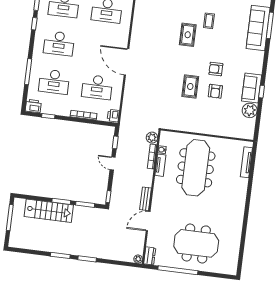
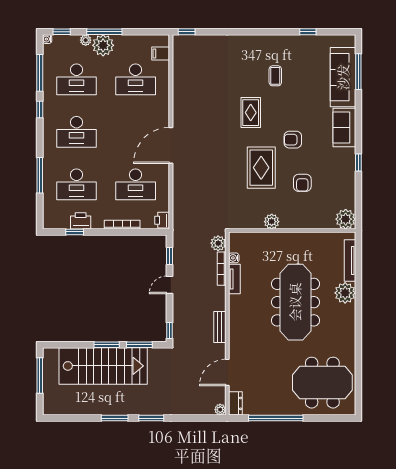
rug: (188, 35) -> (251, 113), moved
door: (126, 62) -> (171, 145), hinge flipped
rug: (190, 86) -> (261, 168), width x1.36, depth x1.43
sofa: (252, 88) -> (344, 127), moved
armchair: (215, 91) -> (302, 183), moved
printer: (33, 106) -> (81, 221), moved
plant: (250, 110) -> (346, 219), moved
plant: (193, 127) -> (272, 222), added
door: (113, 163) -> (169, 285), hinge flipped
meeting table: (196, 168) -> (295, 302), moved
plant: (240, 185) -> (345, 293), added
stairs: (49, 211) -> (103, 366), width x1.36, depth x1.51
door: (148, 221) -> (227, 372), moved
meeting table: (196, 243) -> (322, 383), moved

